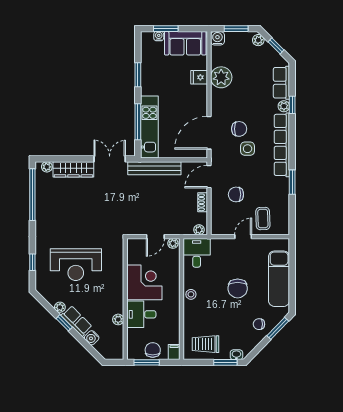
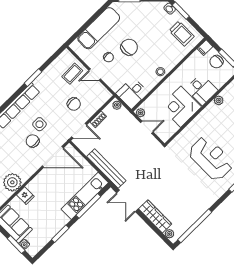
chair: (259, 324) -> (109, 57), moved

